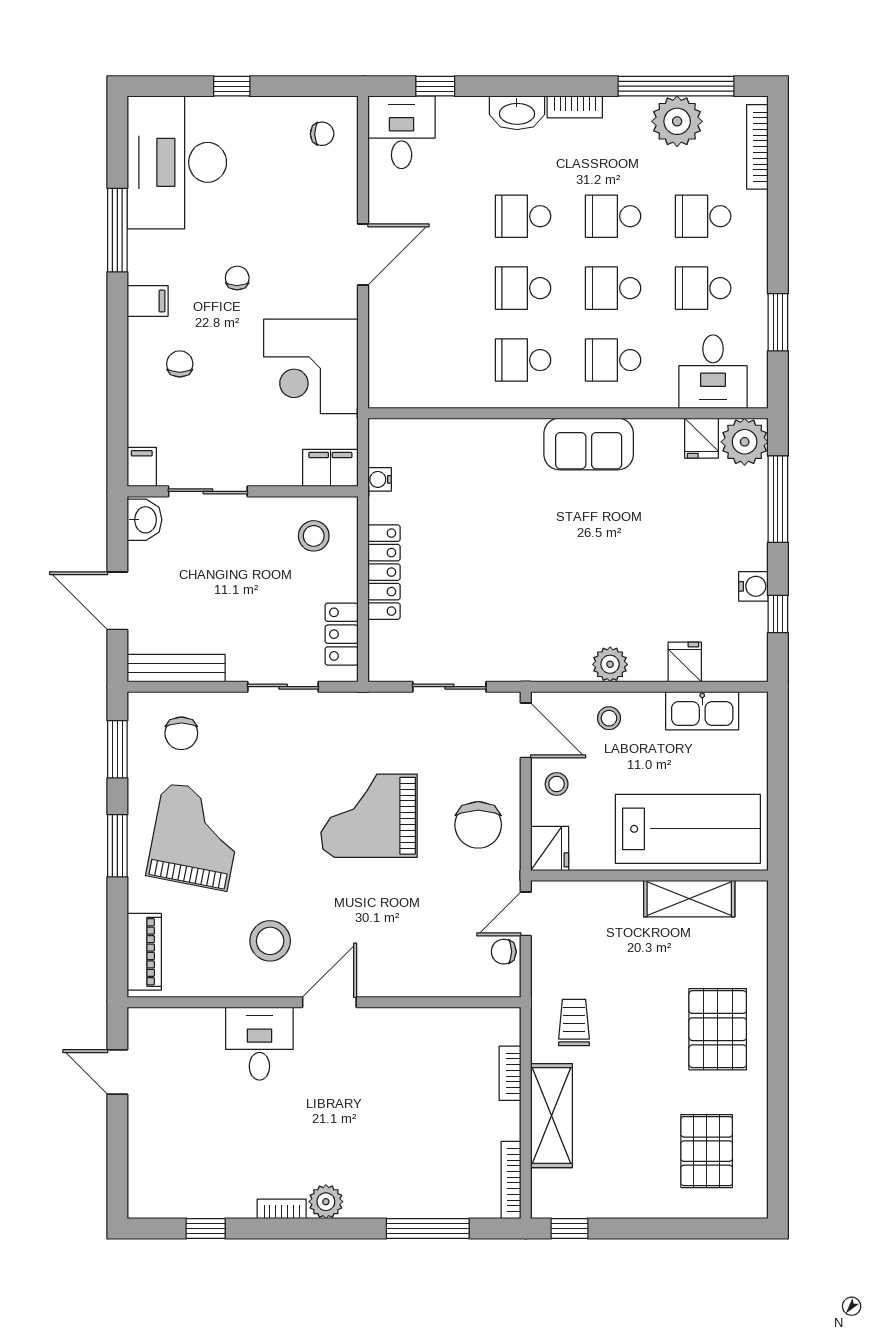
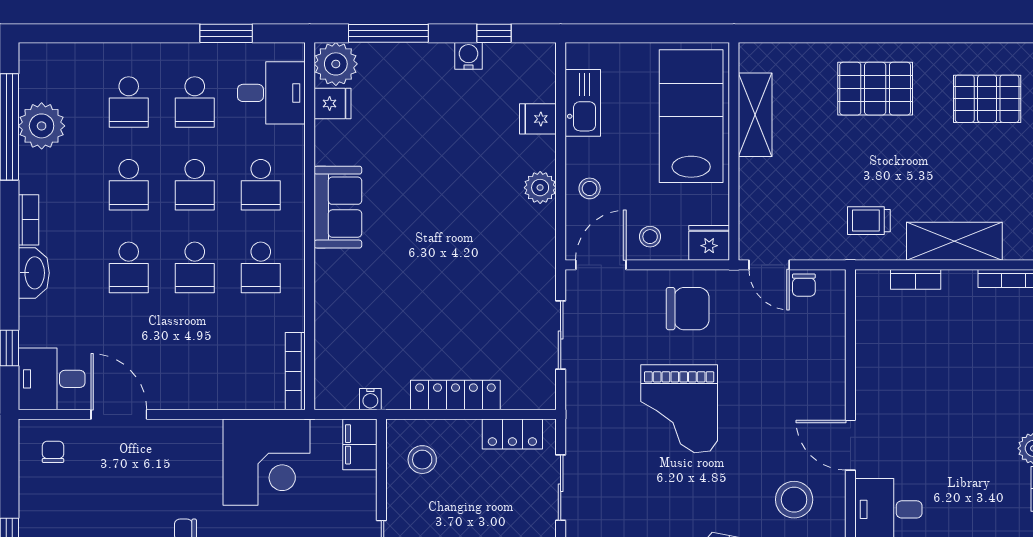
bookcase: (757, 147) -> (295, 371), moved, turned 90
door: (363, 254) -> (119, 414), moved

